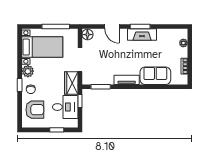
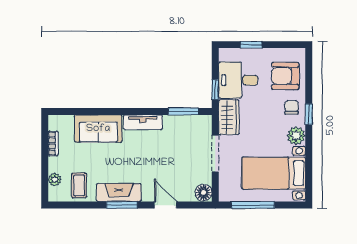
coffee table: (168, 39) -> (79, 185), added

